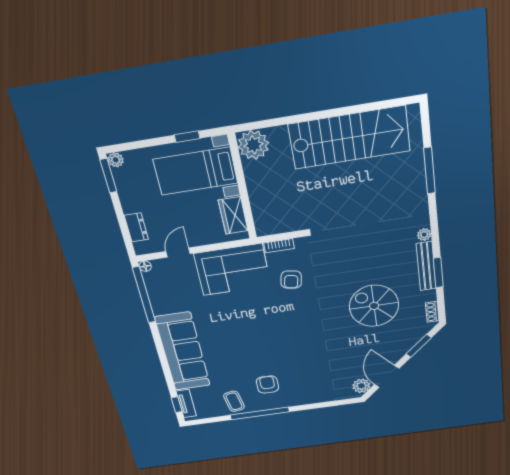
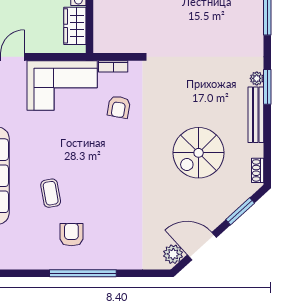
window: (438, 273) -> (267, 87), moved
spiral stairs: (374, 306) -> (199, 153), turned -90
door: (387, 376) -> (202, 246), hinge flipped
coffee table: (234, 401) -> (51, 193), moved
window: (260, 413) -> (83, 273), moved

